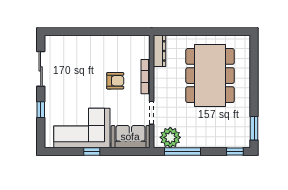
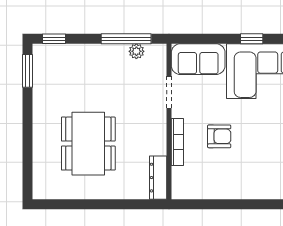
dining table: (210, 76) -> (88, 144), width x0.73, depth x0.80
armchair: (115, 81) -> (219, 136), turned 180
plant: (170, 137) -> (136, 51), width x0.53, depth x0.53

